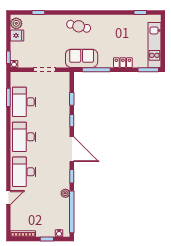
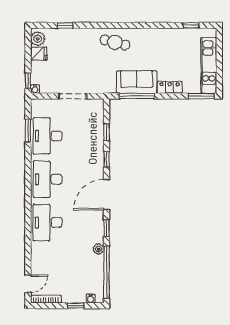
sofa: (82, 58) -> (137, 82), moved
door: (72, 149) -> (107, 195), swing flipped
door: (8, 198) -> (28, 284), moved

